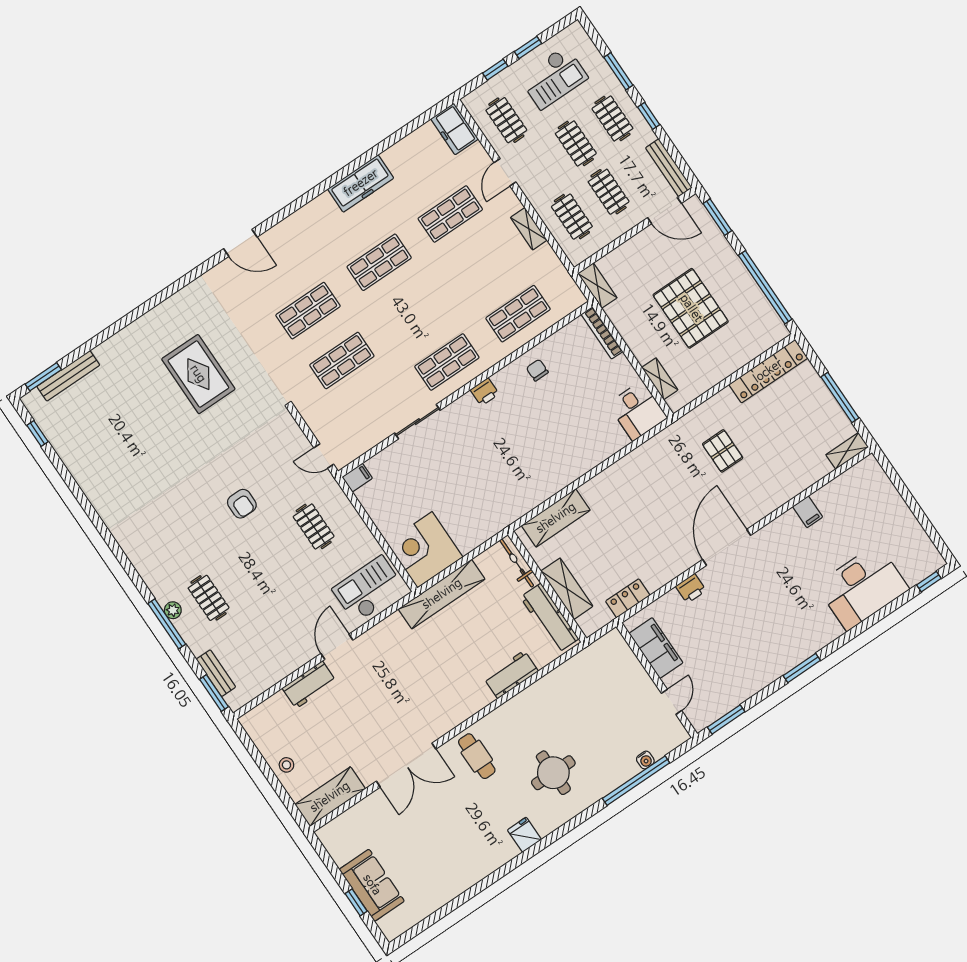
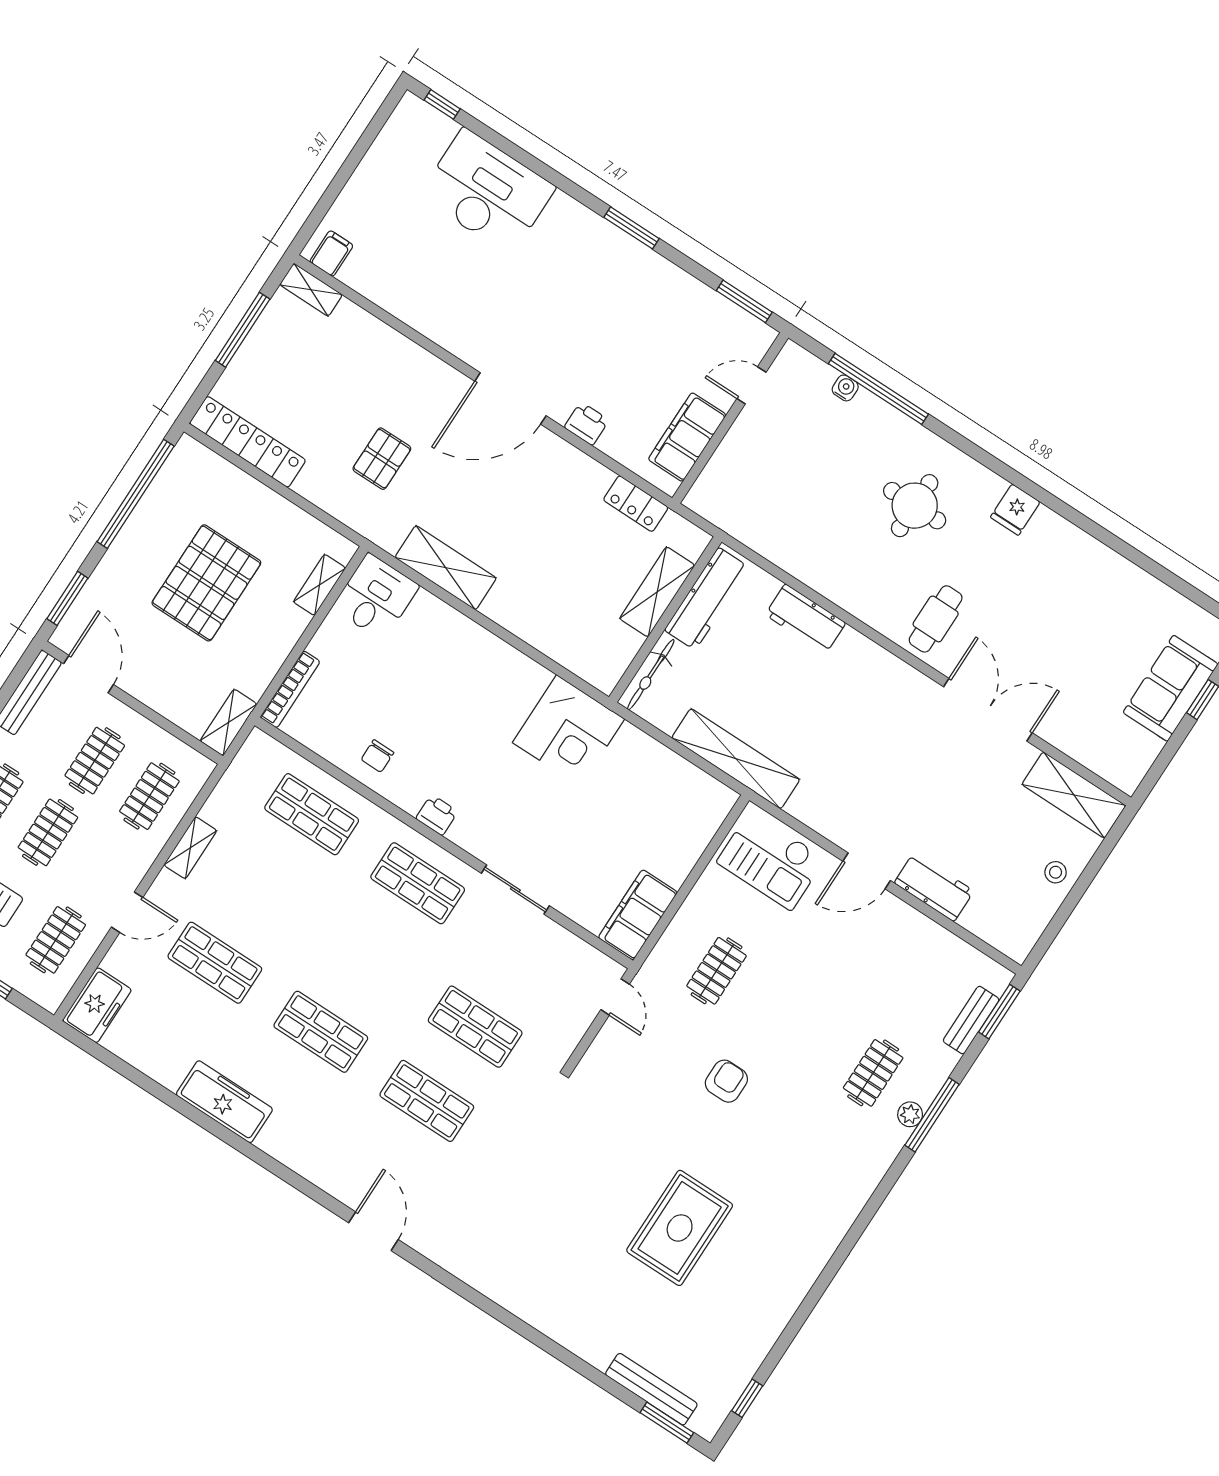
rug: (198, 374) -> (680, 1228), moved
filing cabinet: (357, 478) -> (638, 915), width x3.00, depth x1.17
filing cabinet: (808, 512) -> (331, 253), moved
shelving: (556, 518) -> (446, 568), moved
corner desk: (425, 550) -> (569, 731), moved

